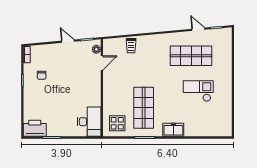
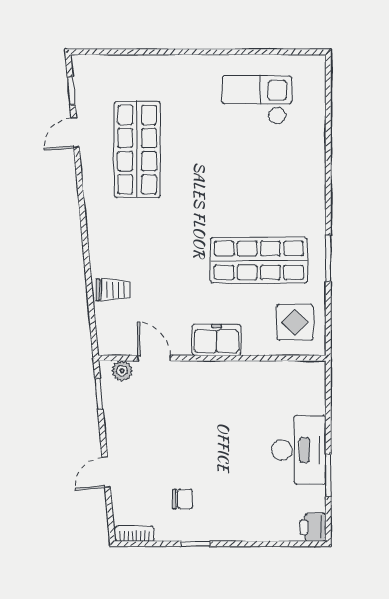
door: (68, 41) -> (106, 472), moved
checkout: (198, 91) -> (257, 100), moved, turned 90
desk: (89, 122) -> (299, 450), moved, turned 90
printer: (35, 128) -> (313, 527), width x0.53, depth x0.68
freezer: (173, 130) -> (216, 340), moved, turned 90

